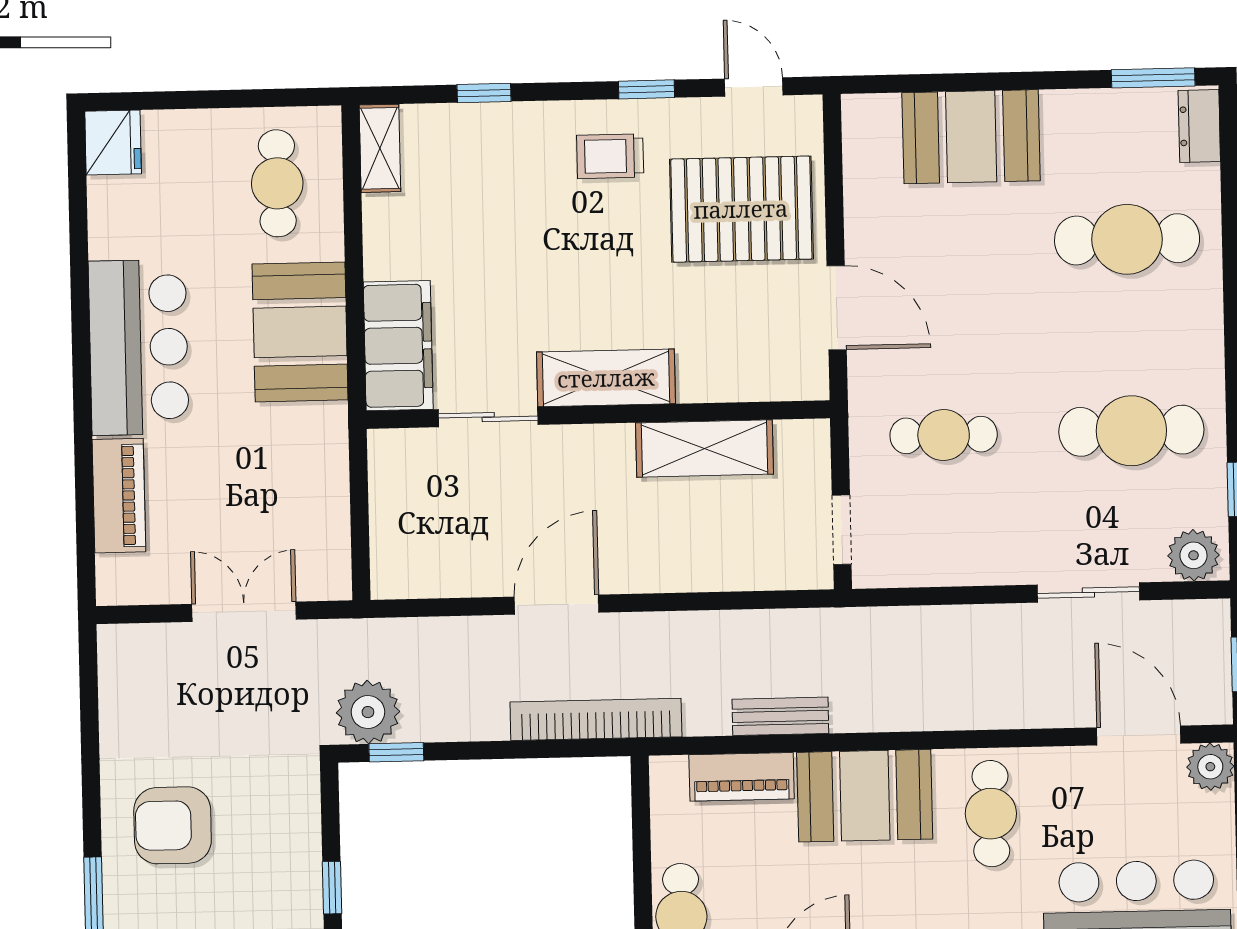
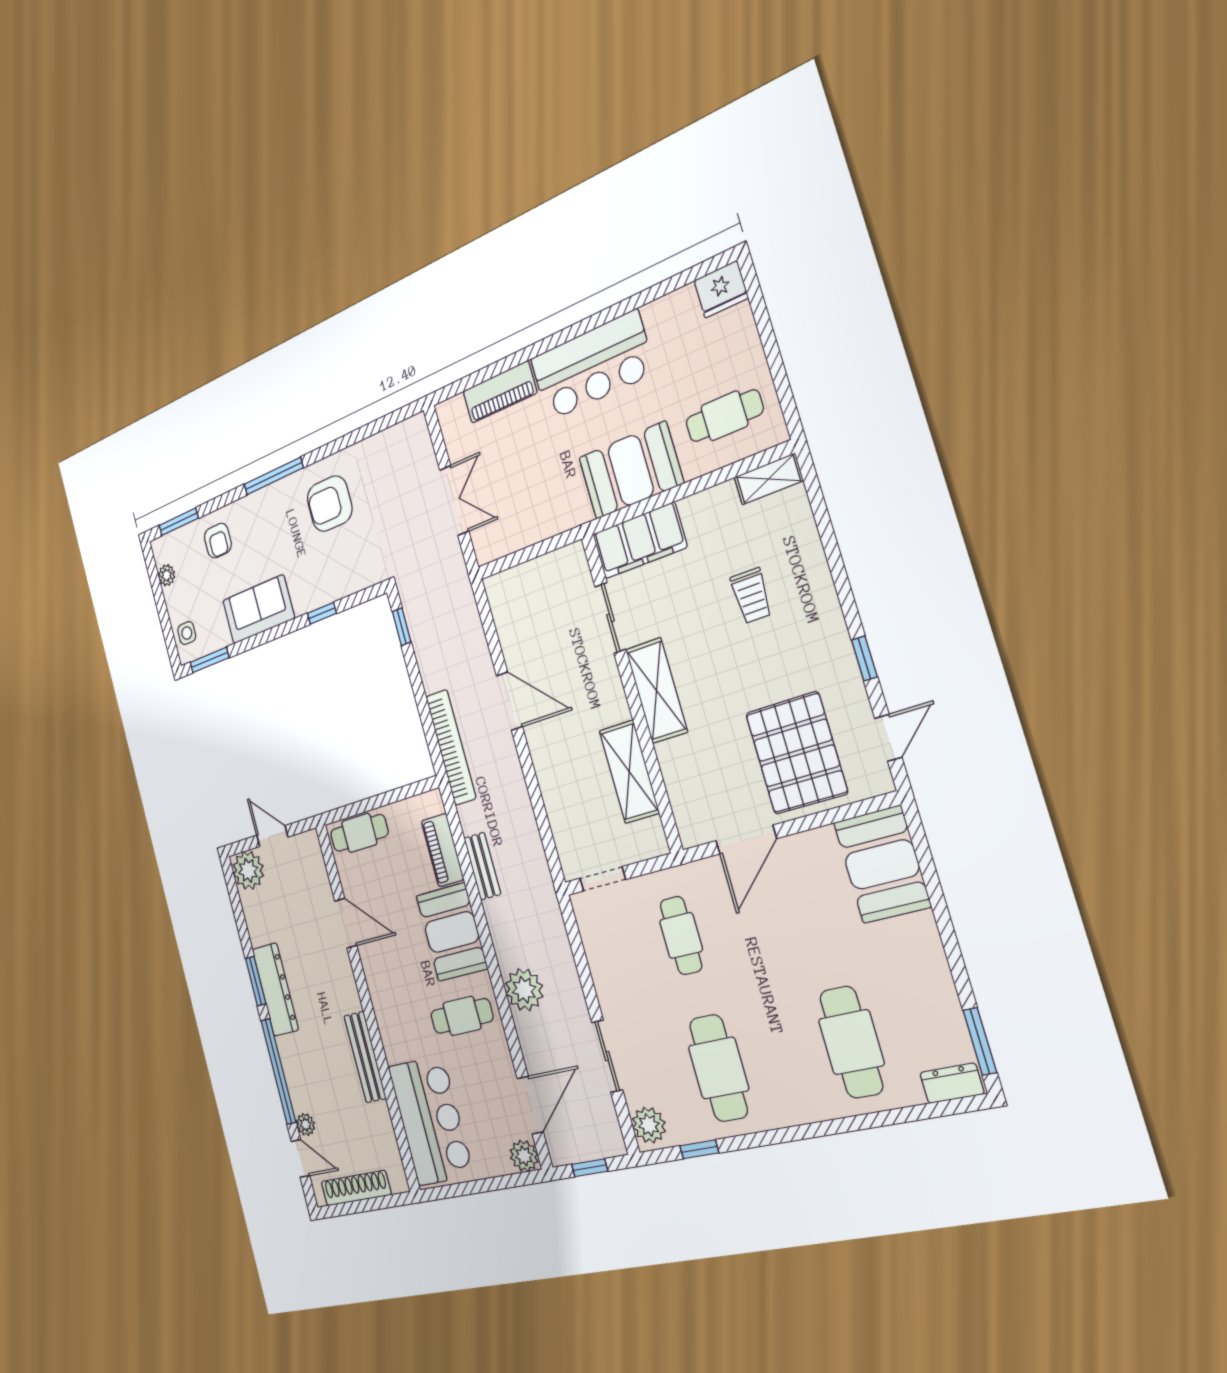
window: (484, 93) -> (829, 540), removed
booth: (971, 137) -> (882, 864), moved
trolley: (610, 156) -> (751, 596), moved, turned 180
plant: (368, 712) -> (524, 990), moved
armchair: (173, 825) -> (330, 504), turned -90

